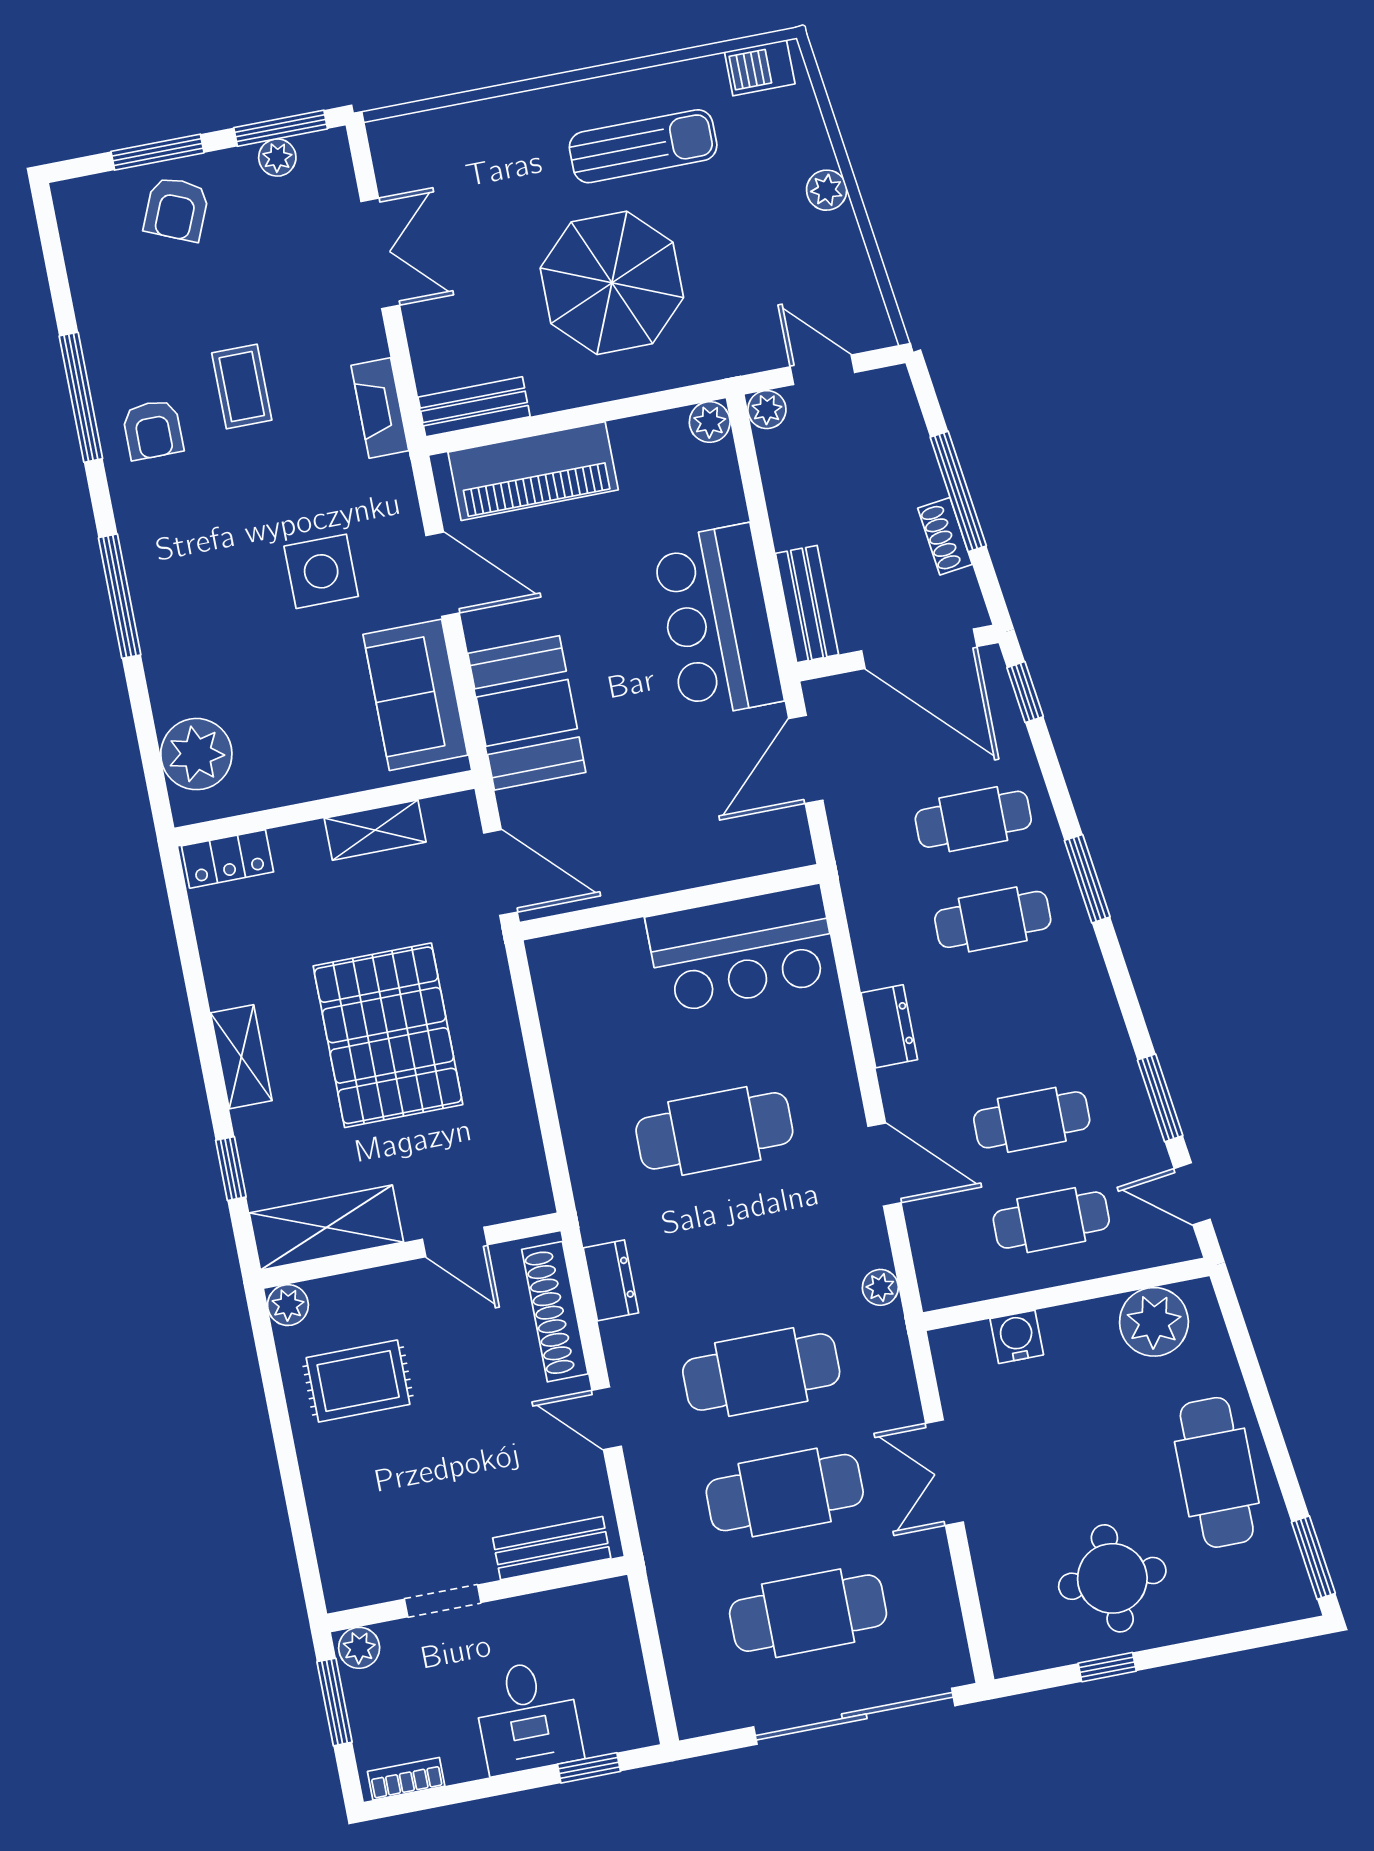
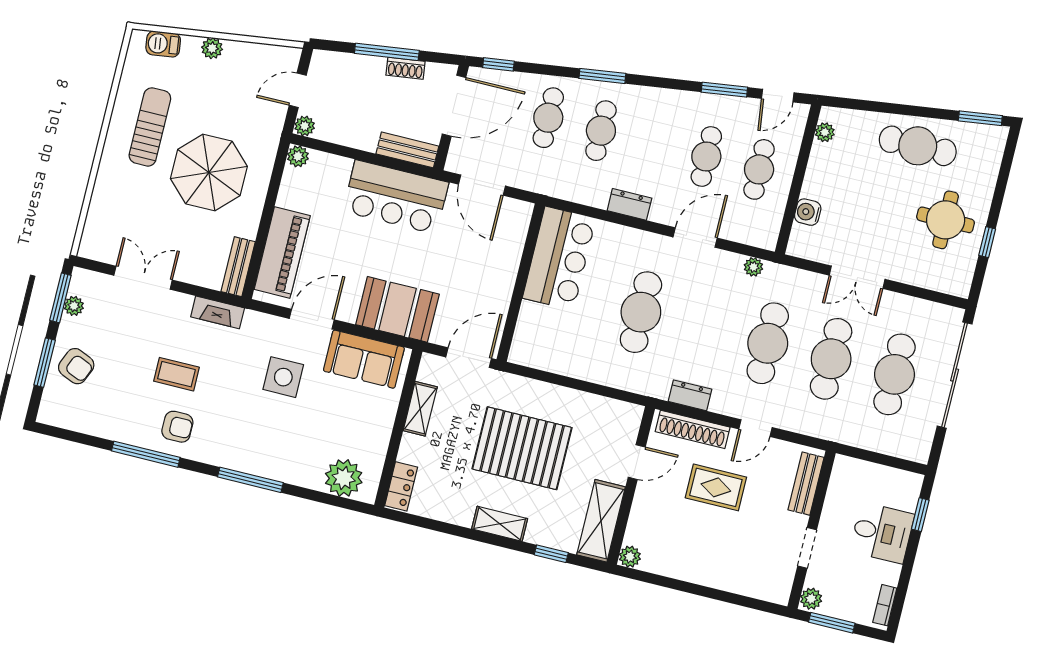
barbecue: (760, 68) -> (163, 44), moved, turned 83
plant: (1154, 1322) -> (825, 132), width x0.53, depth x0.53
rug: (358, 1381) -> (716, 487), moved, turned 90

